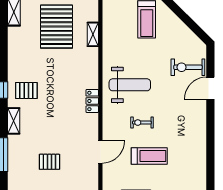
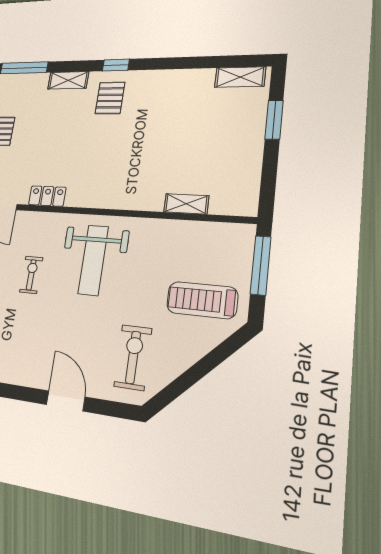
pallet: (56, 27) -> (207, 144), removed
exercise bike: (188, 67) -> (133, 357), moved
locker: (92, 101) -> (47, 196), moved

